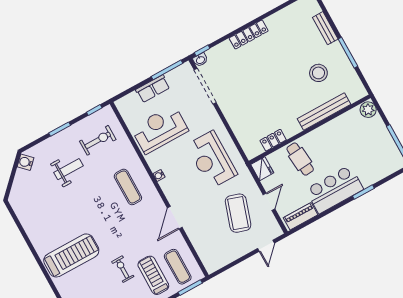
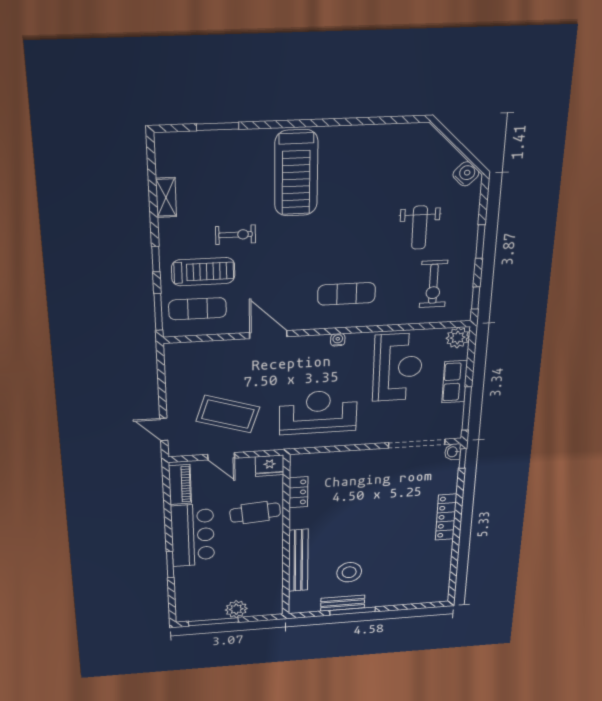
bench: (325, 28) -> (343, 603), moved
plant: (124, 105) -> (458, 338), added
plant: (368, 110) -> (236, 609), moved

